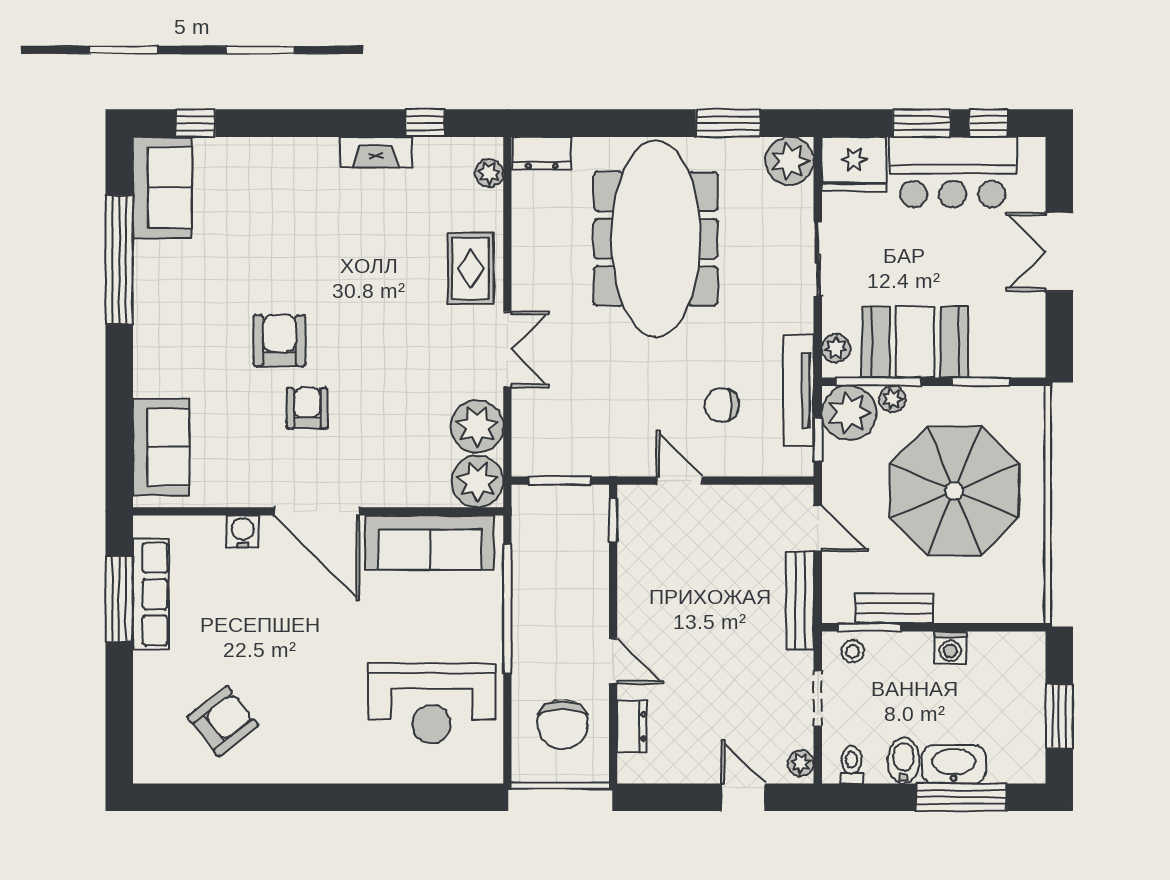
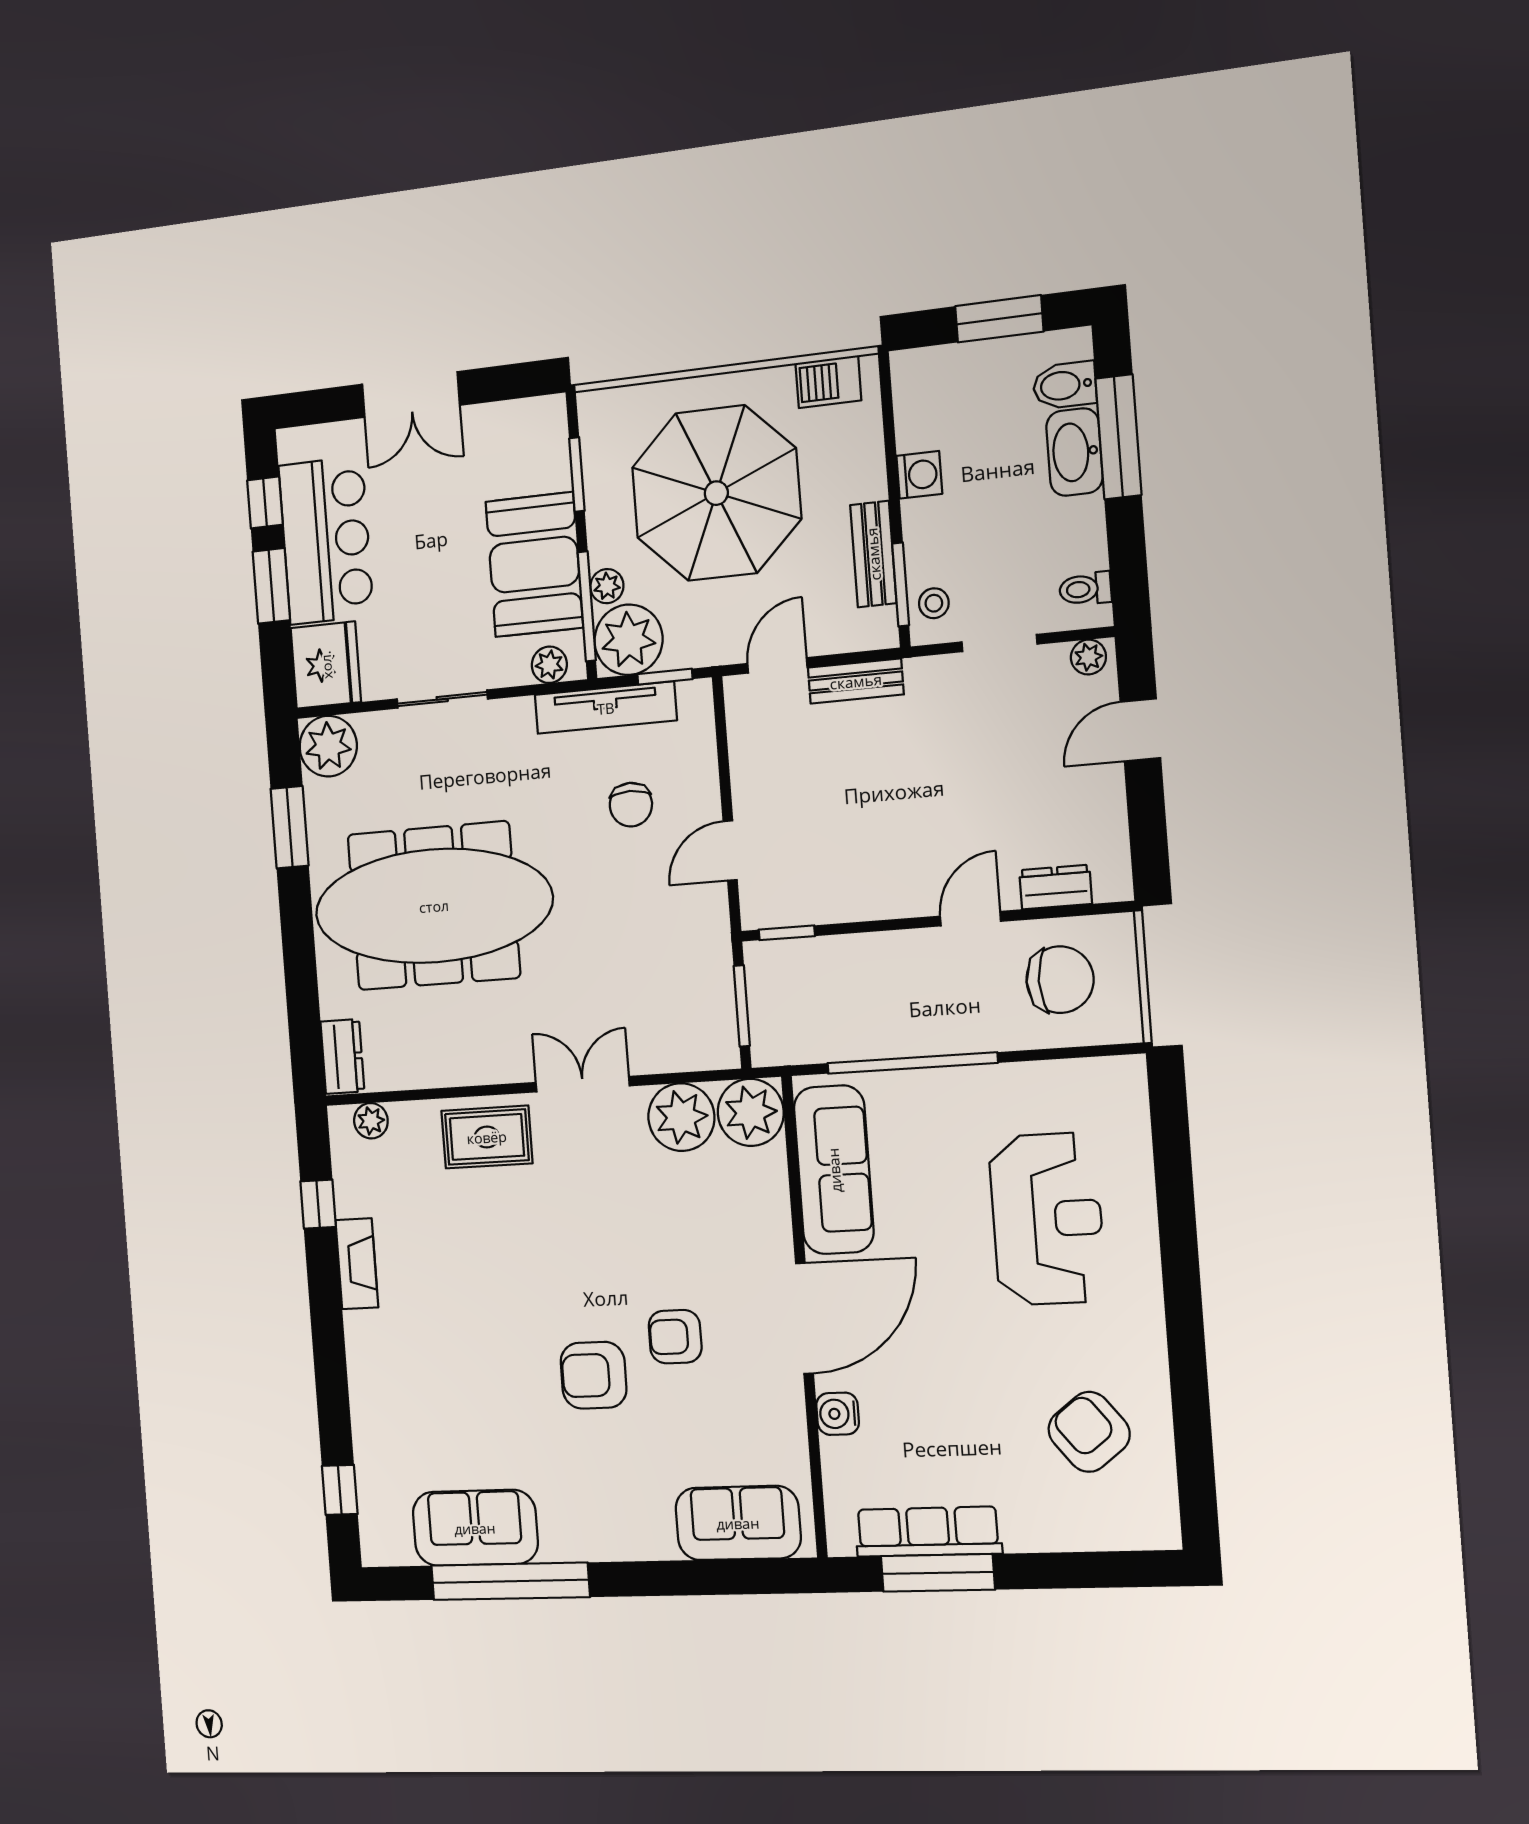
sofa: (162, 188) -> (475, 1528), moved
barbecue: (1029, 584) -> (828, 382), added
bench: (800, 601) -> (856, 681), width x0.73
reception desk: (432, 703) -> (1047, 1219), moved
bidet: (904, 761) -> (1065, 385), moved

